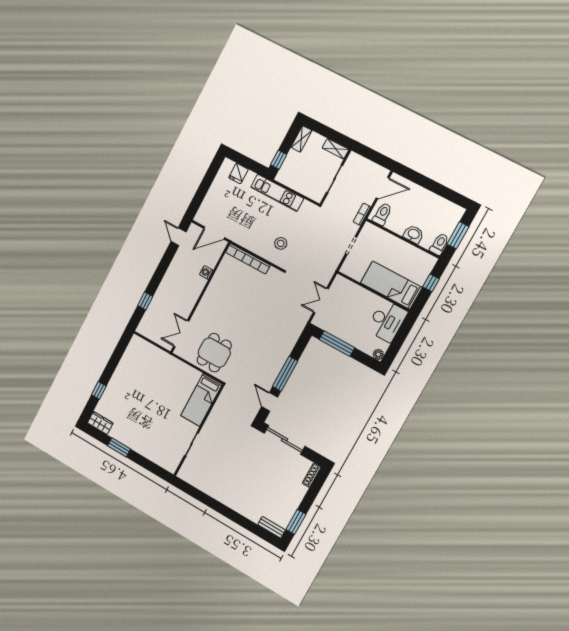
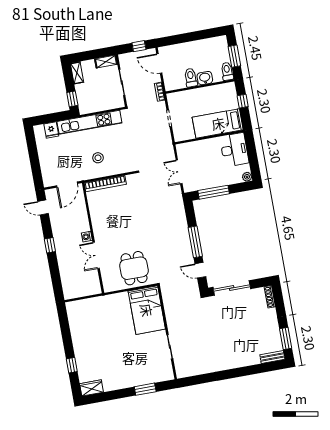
window: (377, 157) -> (139, 46), added
door: (383, 188) -> (159, 63), swing flipped
kitchen unit: (277, 193) -> (89, 122), width x1.36
toilet: (382, 214) -> (191, 78), moved
stool: (281, 243) -> (98, 158), moved
washing machine: (206, 272) -> (87, 237), moved
window: (145, 301) -> (50, 245), moved
double door: (181, 334) -> (96, 255), moved
bed: (201, 400) -> (147, 310), width x1.50
window: (119, 447) -> (145, 389), moved

